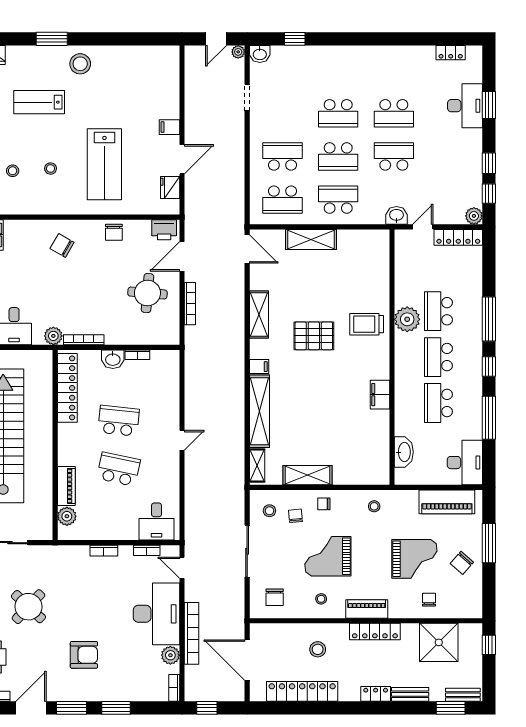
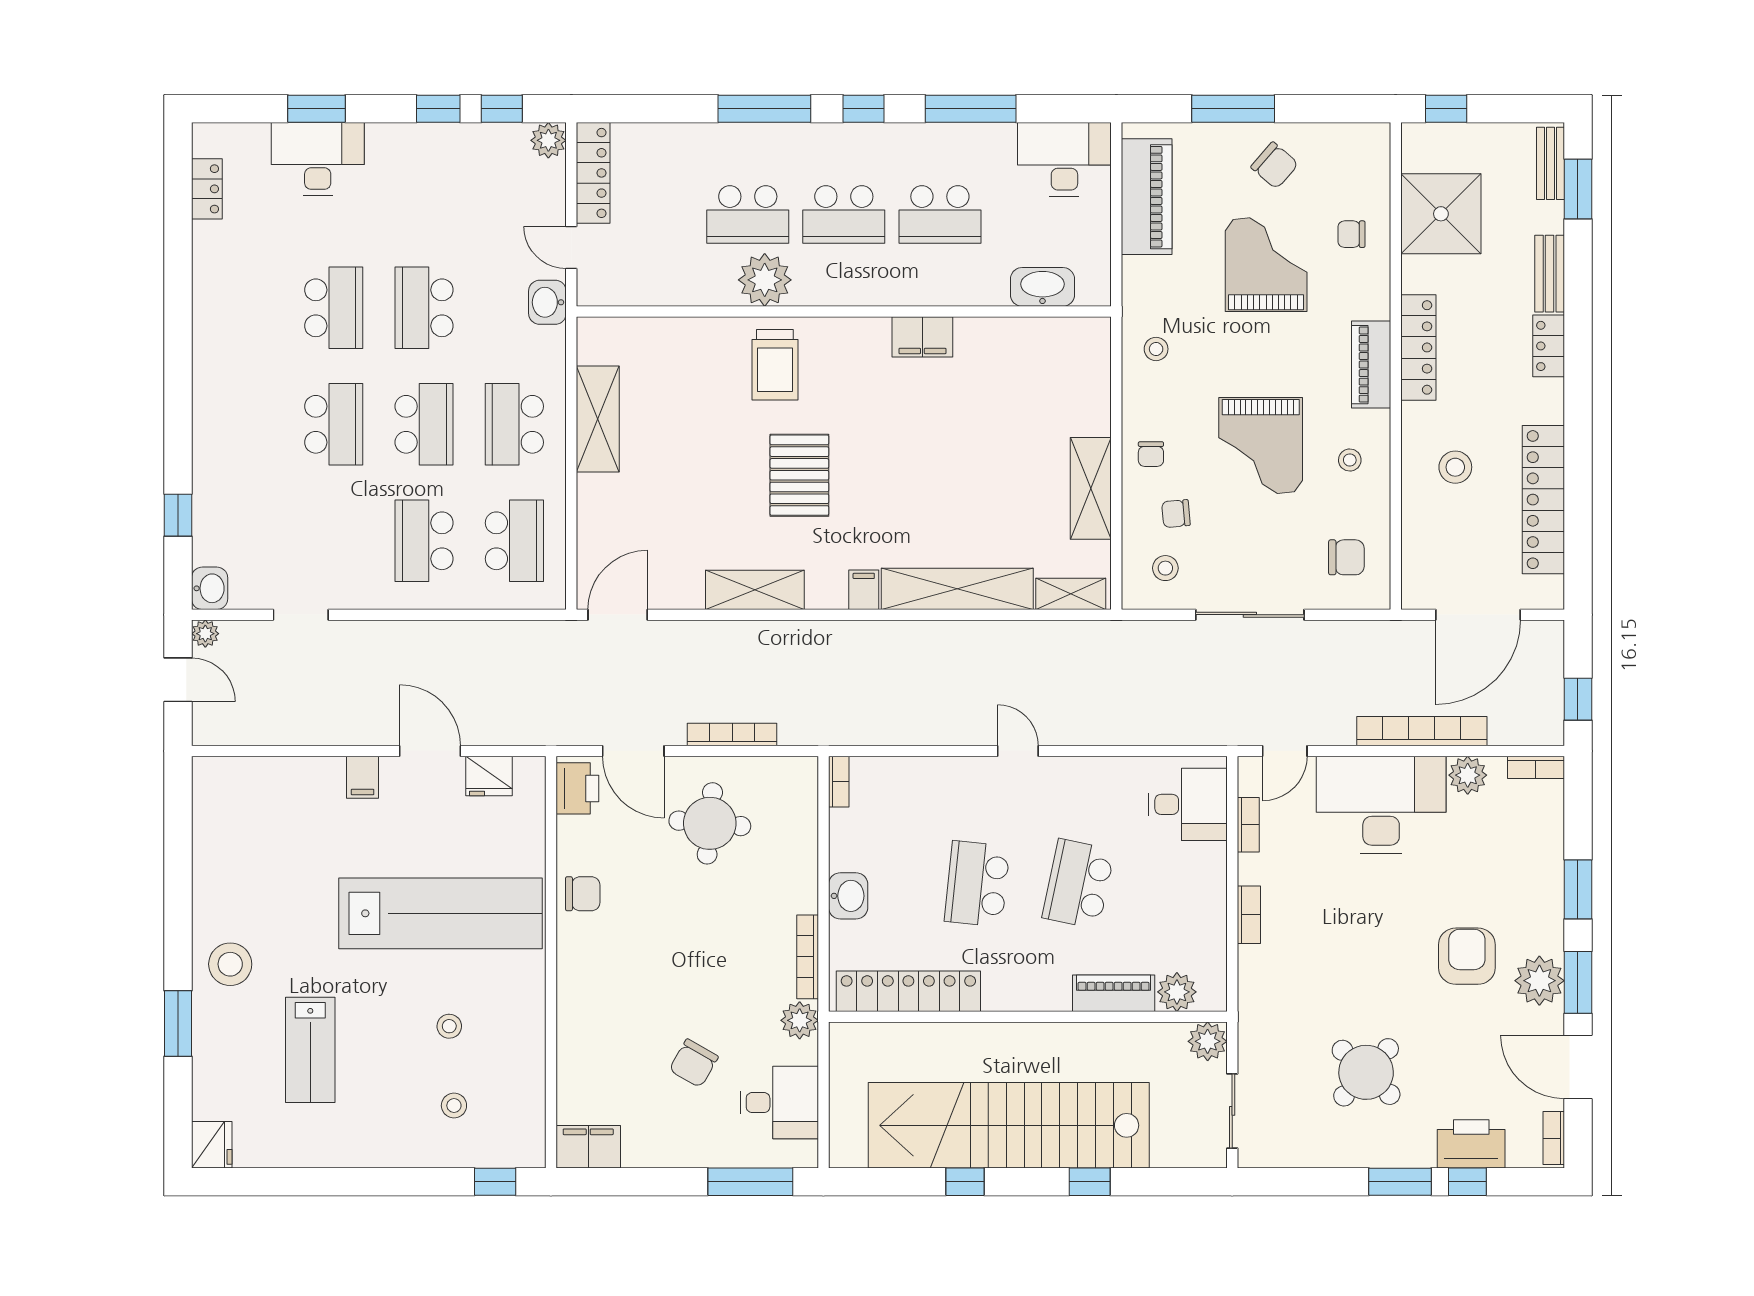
lab bench: (104, 164) -> (440, 913), width x1.36
shelving: (311, 239) -> (598, 419), moved
chair: (62, 245) -> (694, 1063), moved
bookcase: (137, 355) -> (839, 782), moved
plant: (43, 531) -> (1208, 1041), added
plant: (72, 690) -> (1539, 981), added

